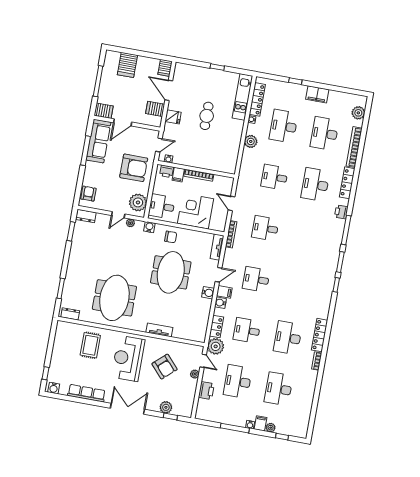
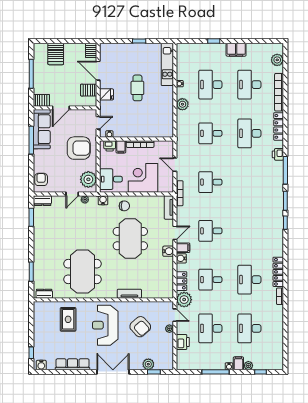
locker: (257, 99) -> (182, 64), removed

